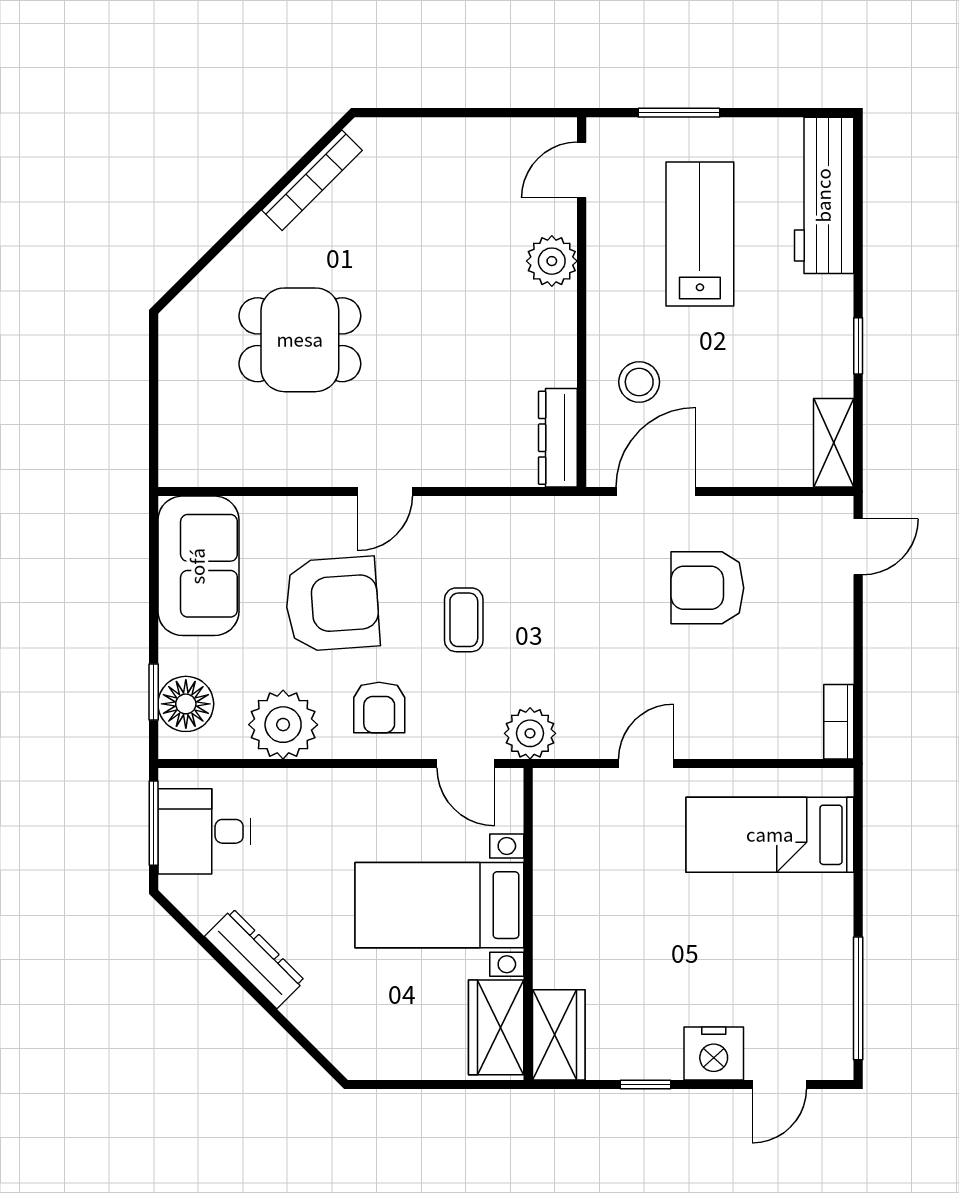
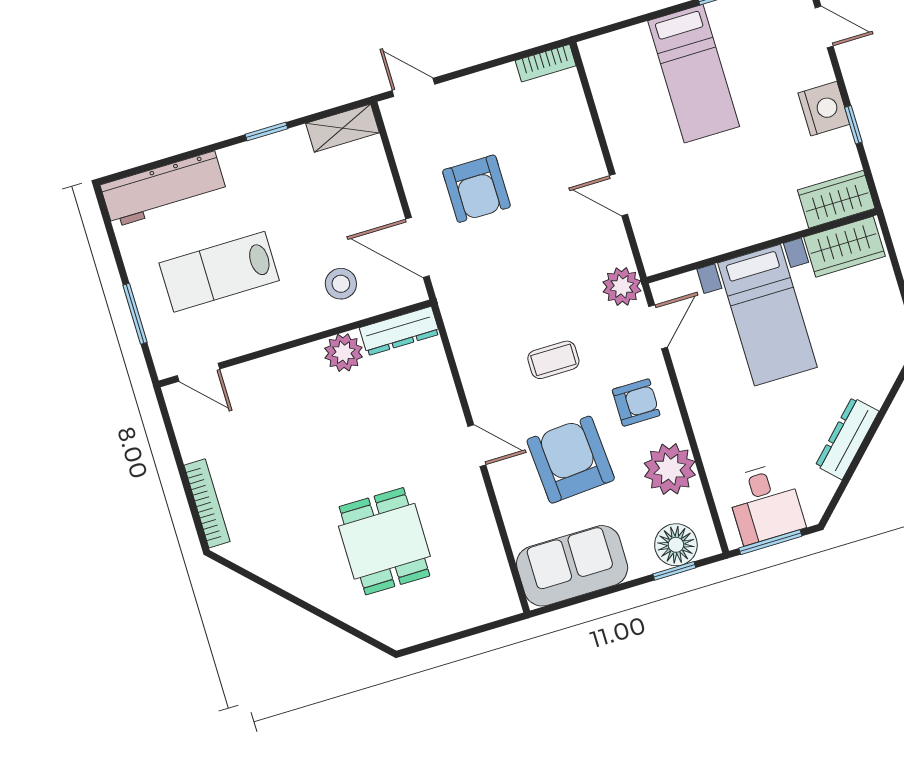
bookcase: (312, 180) -> (207, 503), moved, turned 45
plant: (552, 261) -> (344, 353), moved
bed: (770, 835) -> (694, 74), moved
nightstand: (714, 1053) -> (824, 109), moved

